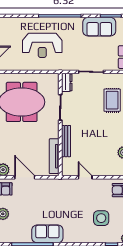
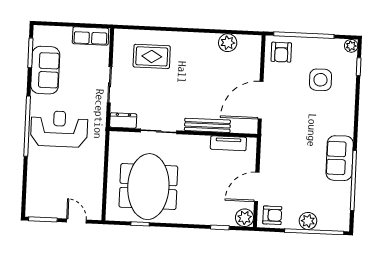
reception desk: (42, 45) -> (59, 129), moved, turned -90
tv unit: (54, 156) -> (228, 143), width x0.71
door: (85, 177) -> (261, 100), width x1.88

